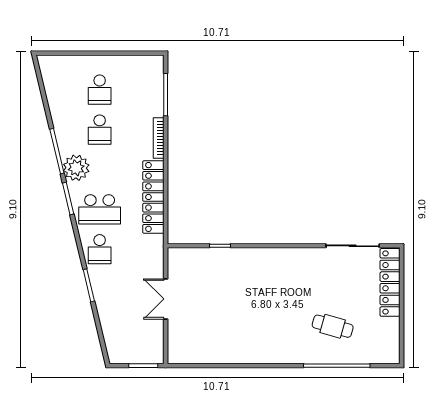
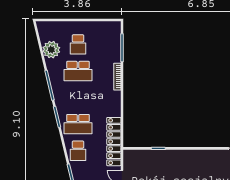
school desk: (100, 130) -> (78, 71), width x1.85
plant: (76, 168) -> (51, 50), moved
locker: (153, 197) -> (114, 142), moved

